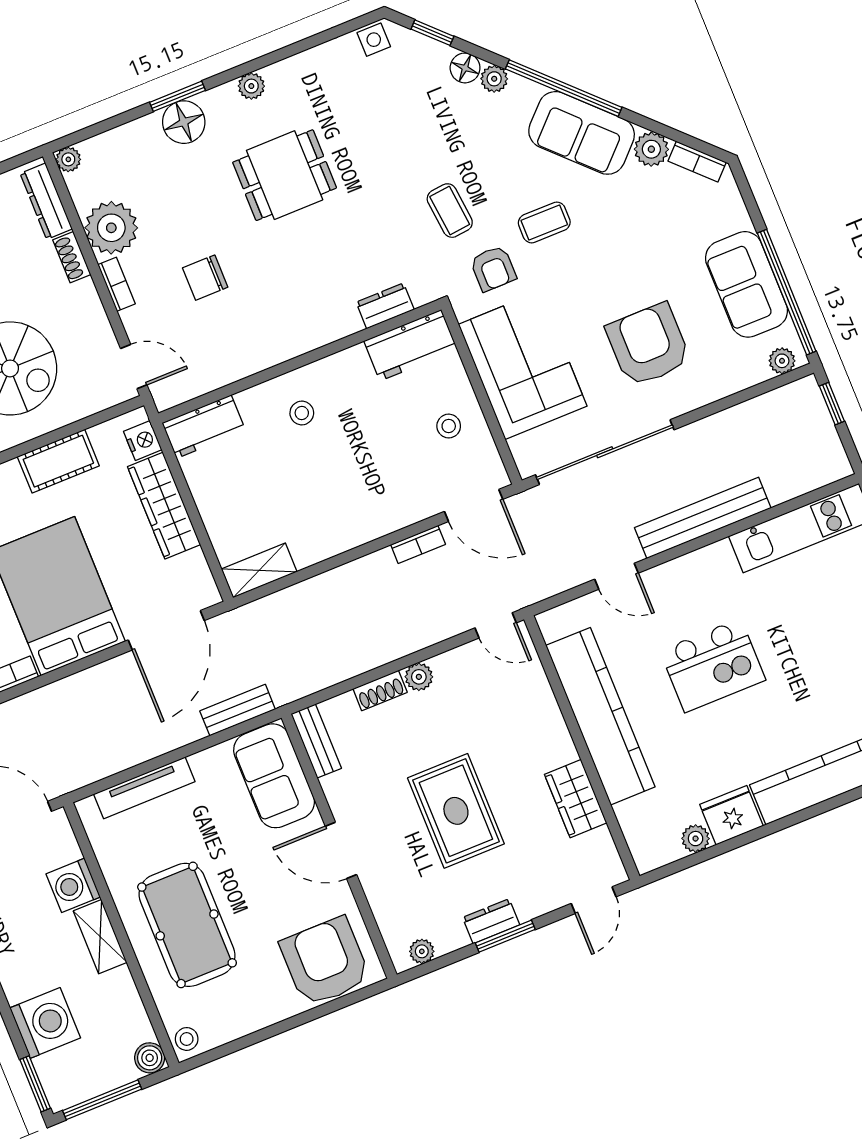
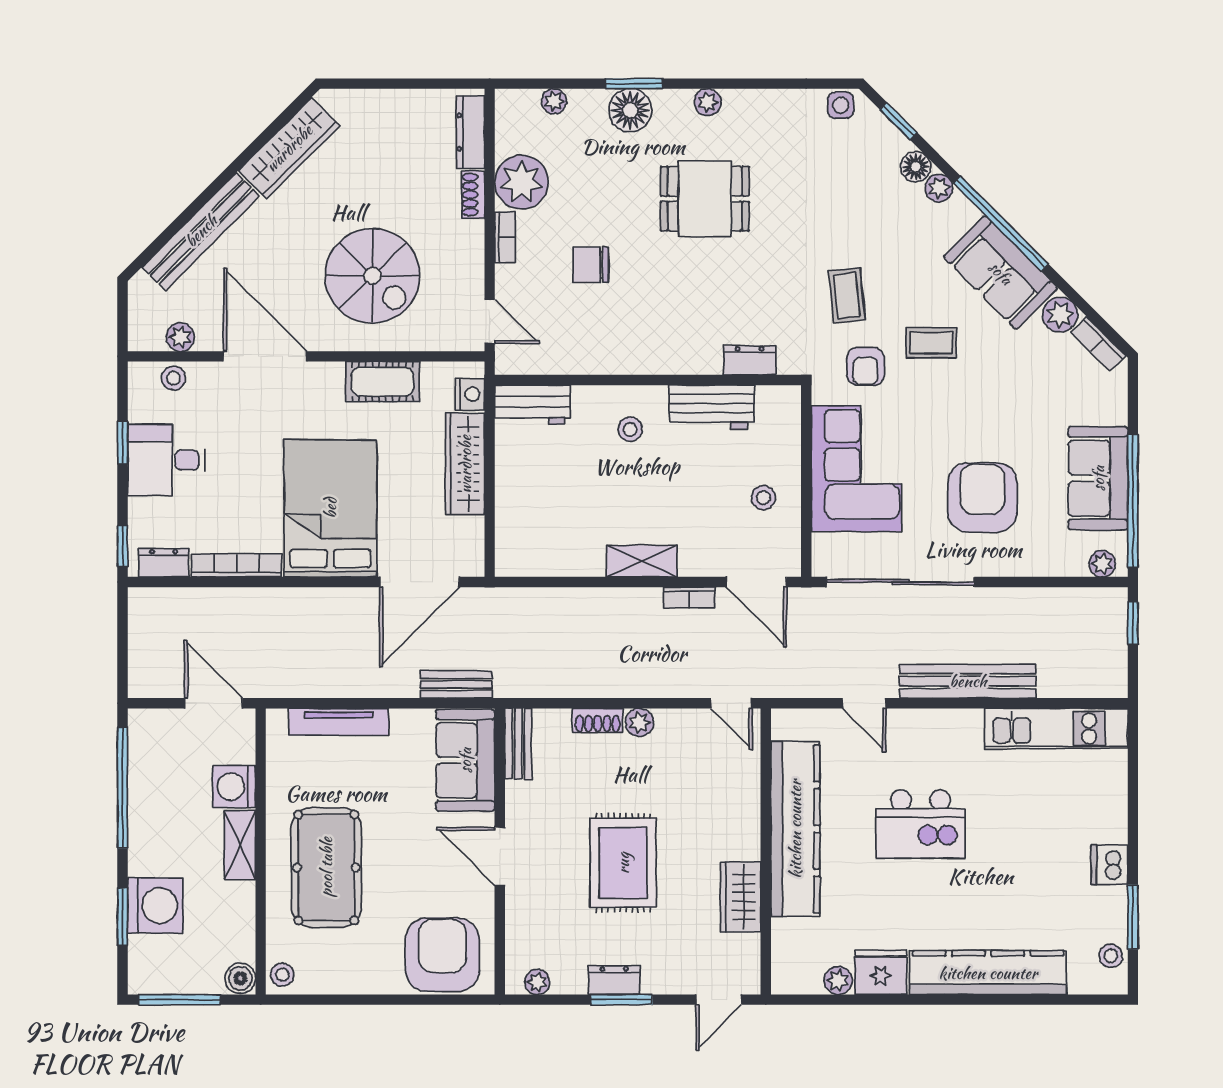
plant: (68, 159) -> (554, 101), moved
workbench: (411, 345) -> (712, 407), moved
shelving: (259, 570) -> (642, 561), moved
window: (35, 1084) -> (123, 917), moved

